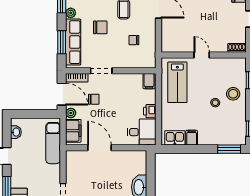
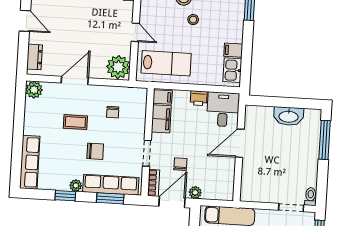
chair: (100, 27) -> (95, 151), turned 90
plant: (172, 42) -> (118, 67), added
door: (202, 55) -> (135, 32), swing flipped
filing cabinet: (73, 131) -> (161, 119), moved, turned 90
door: (99, 148) -> (240, 143), moved

